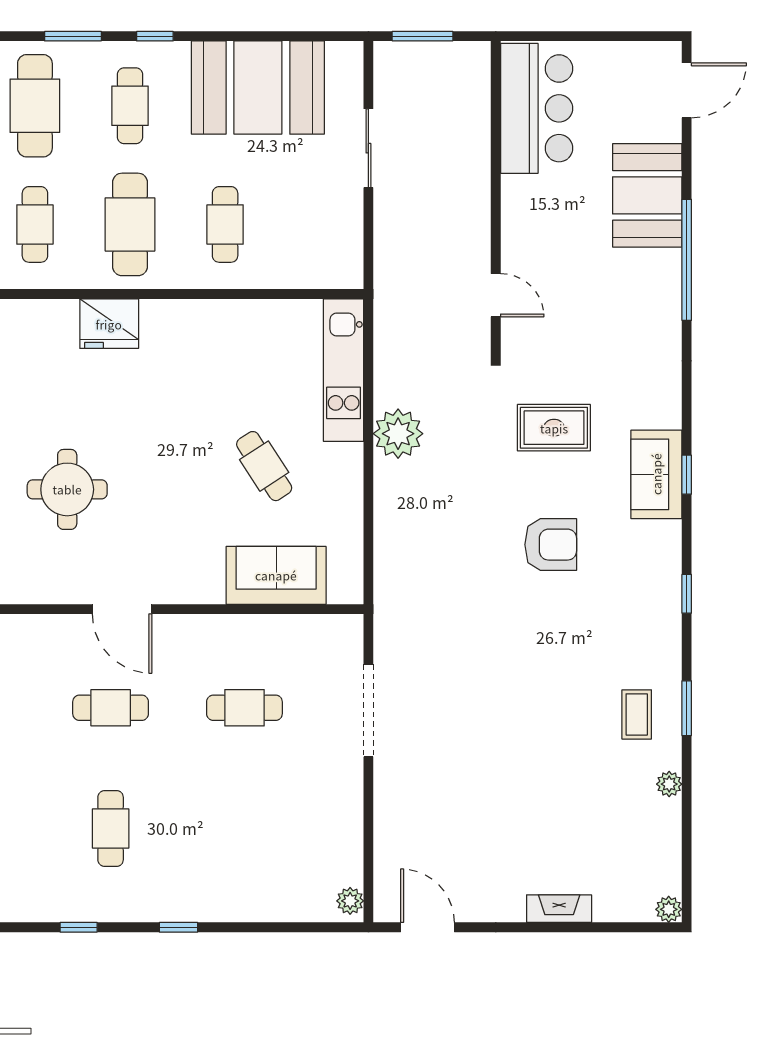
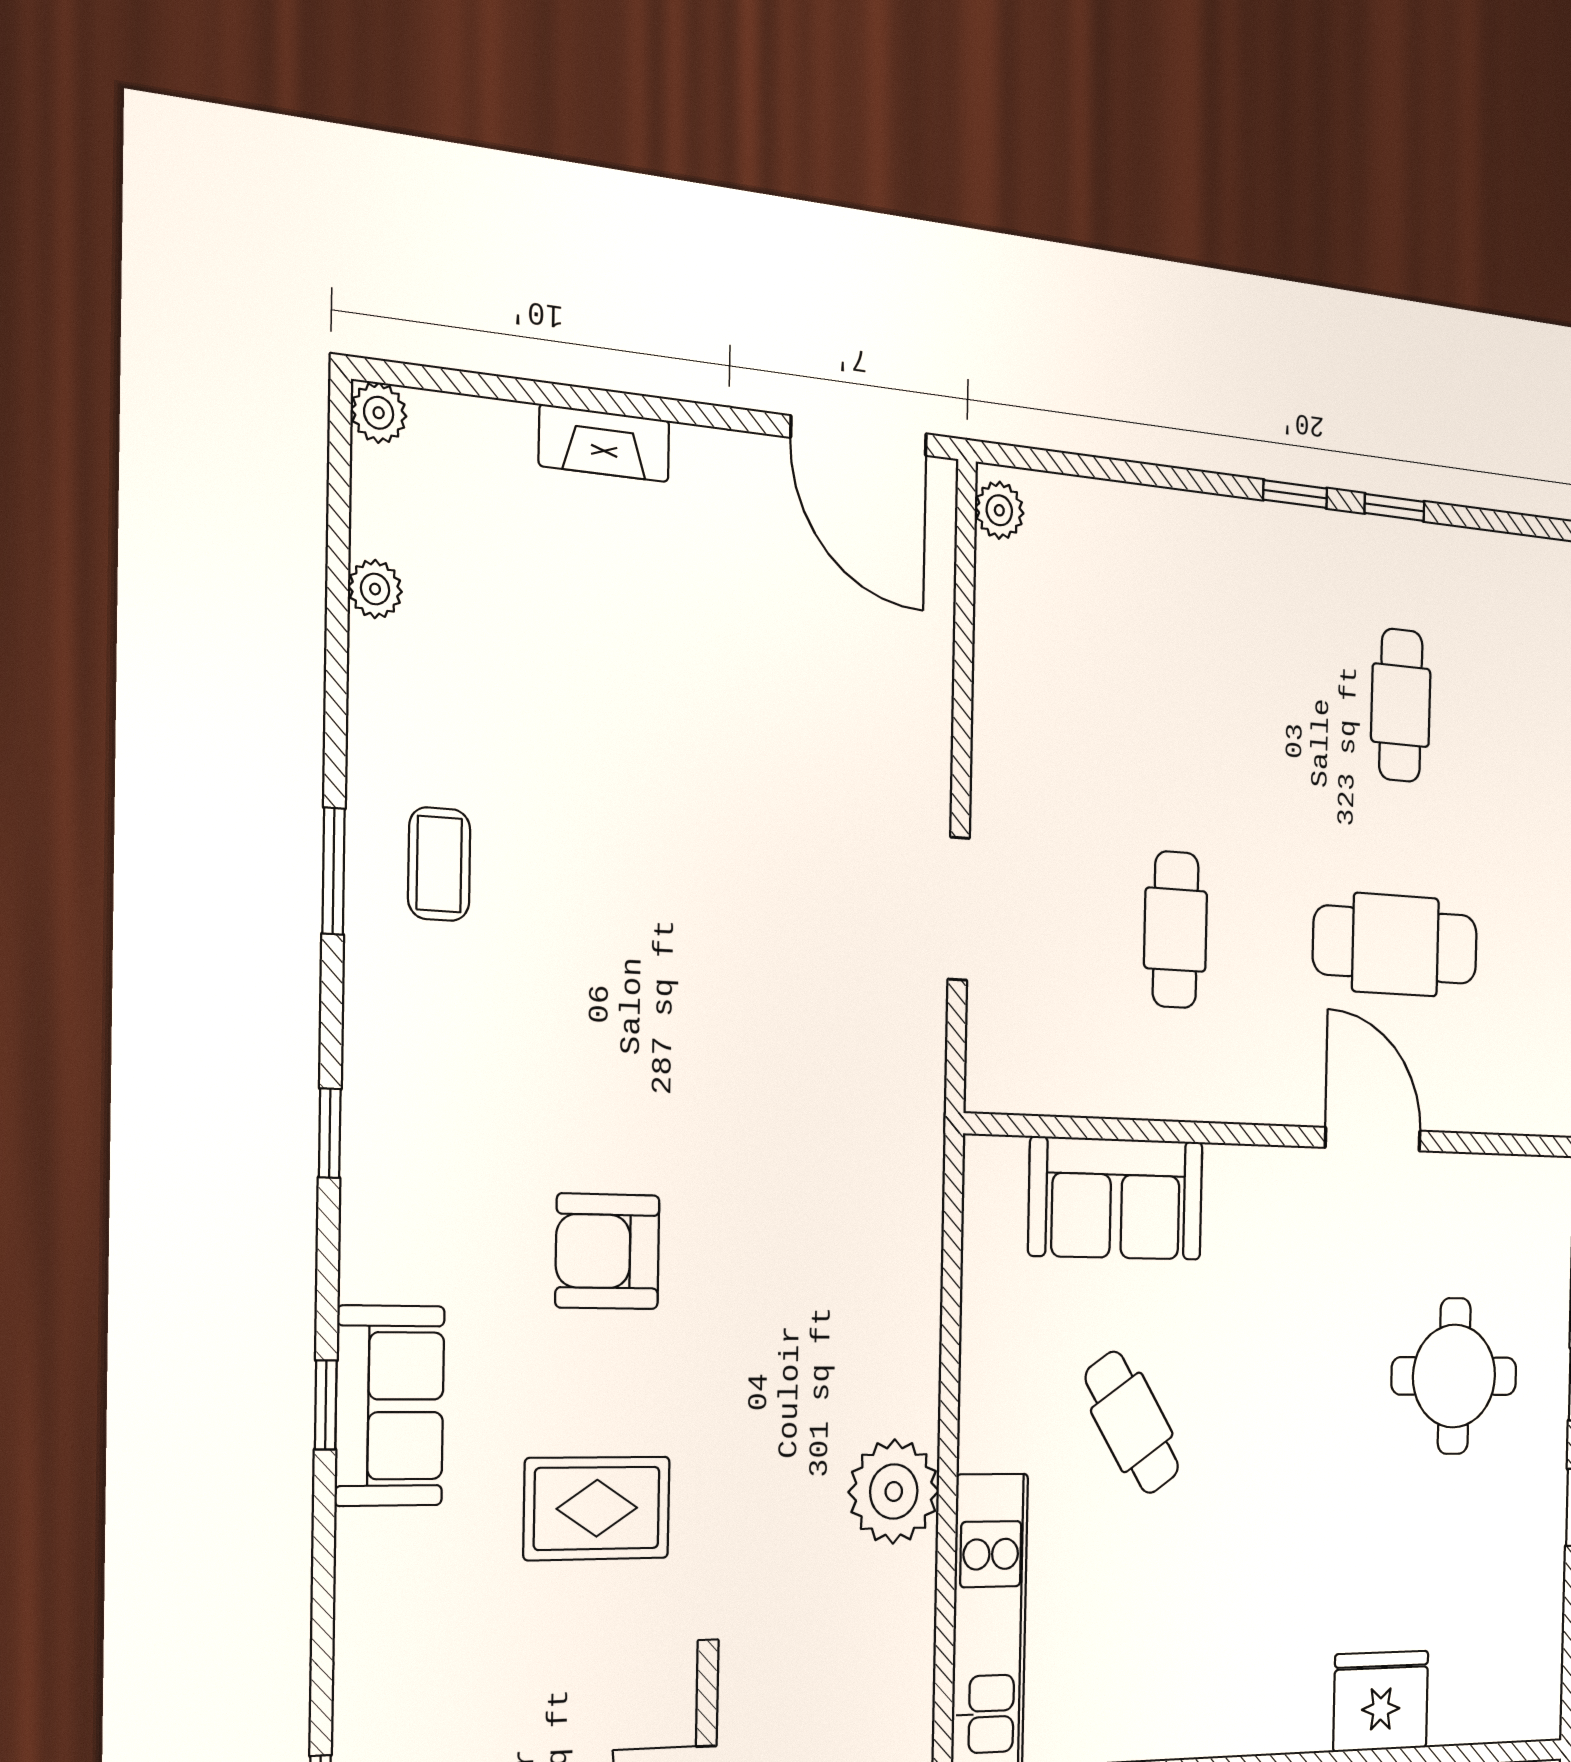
cafe table: (111, 708) -> (1395, 945), width x1.37, depth x1.35
cafe table: (244, 708) -> (1176, 930), turned 90
doorway: (368, 711) -> (959, 909), width x0.73
plant: (669, 784) -> (375, 589), moved
window: (79, 927) -> (1394, 507), moved
door: (427, 927) -> (859, 436), width x1.36

